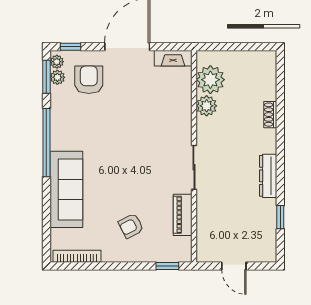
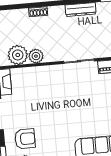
armchair: (89, 80) -> (25, 139), turned 180

